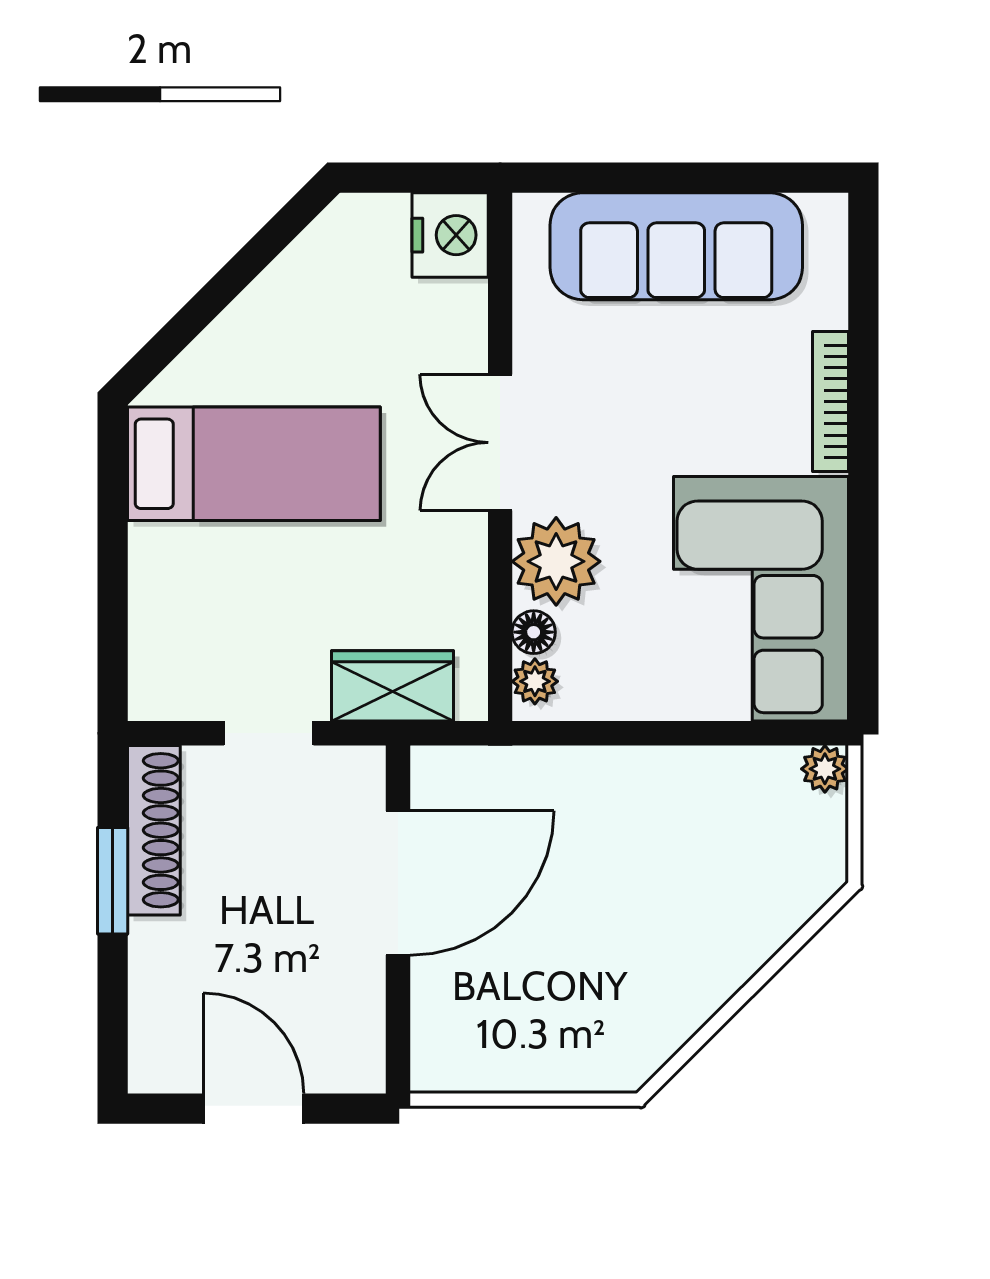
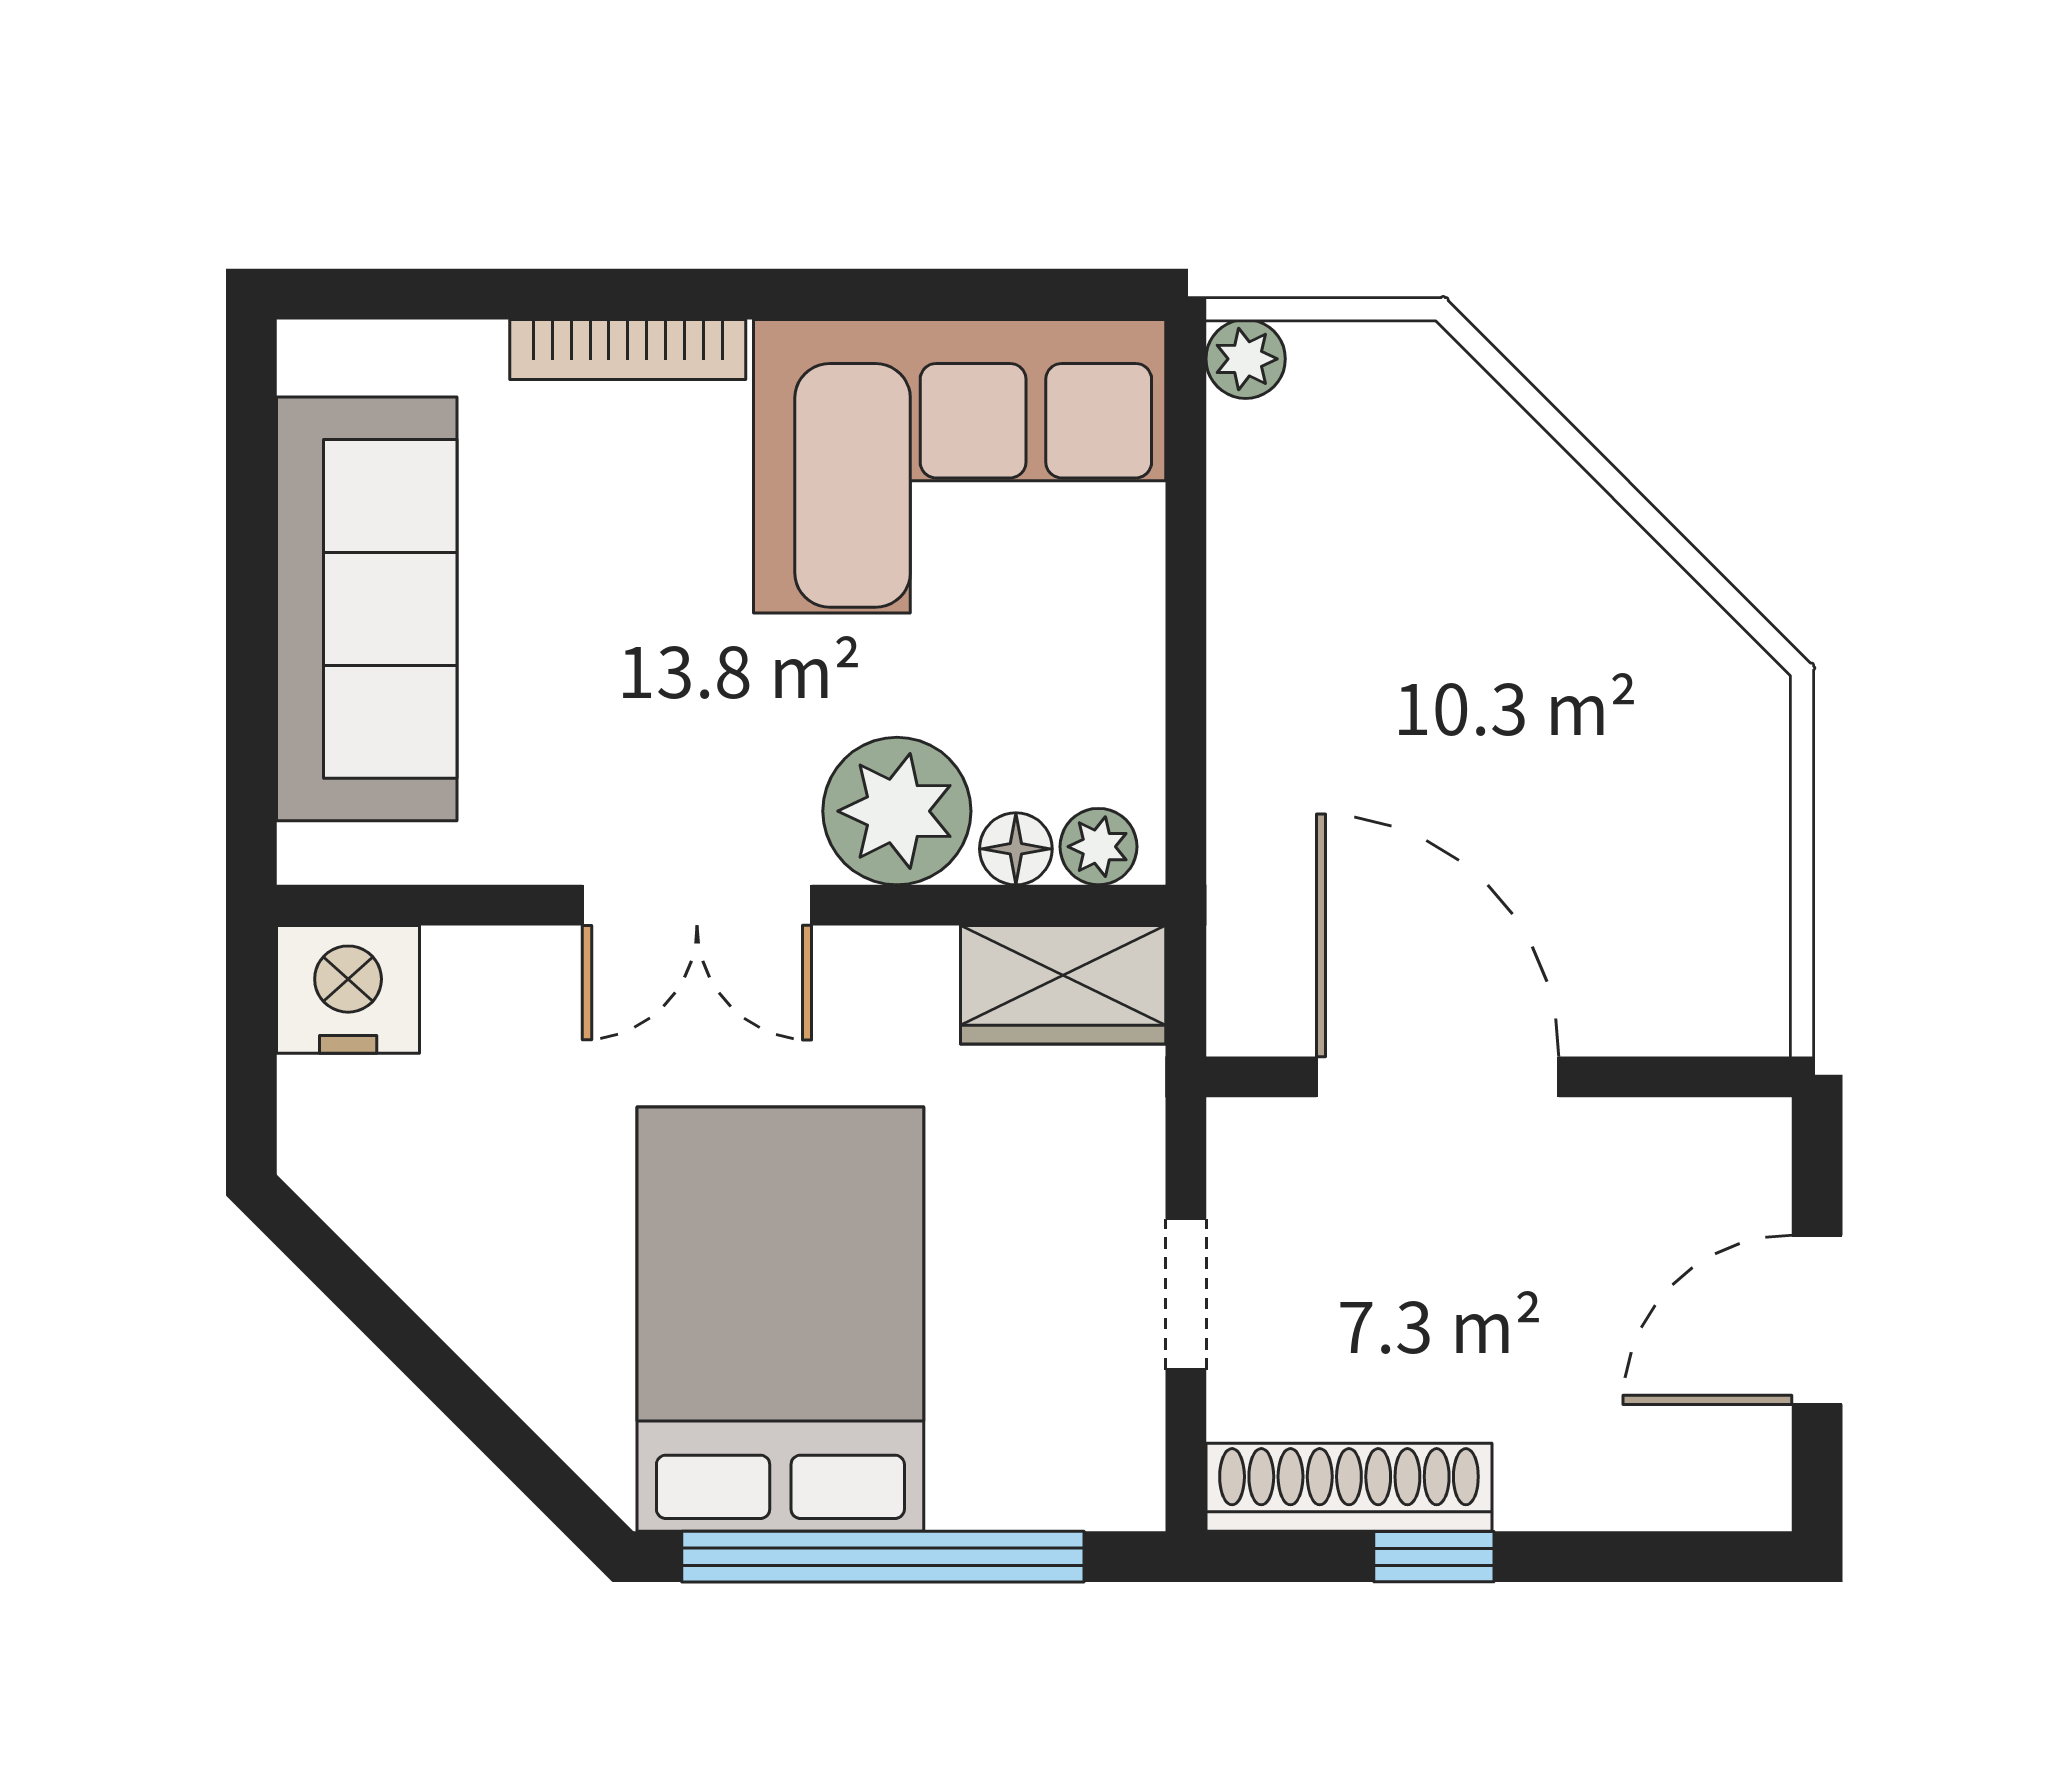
bed: (254, 464) -> (780, 1319), width x1.50
window: (113, 553) -> (883, 1557), added
wardrobe: (393, 686) -> (1063, 985), moved, turned -90
window: (113, 881) -> (1434, 1557), width x0.67

